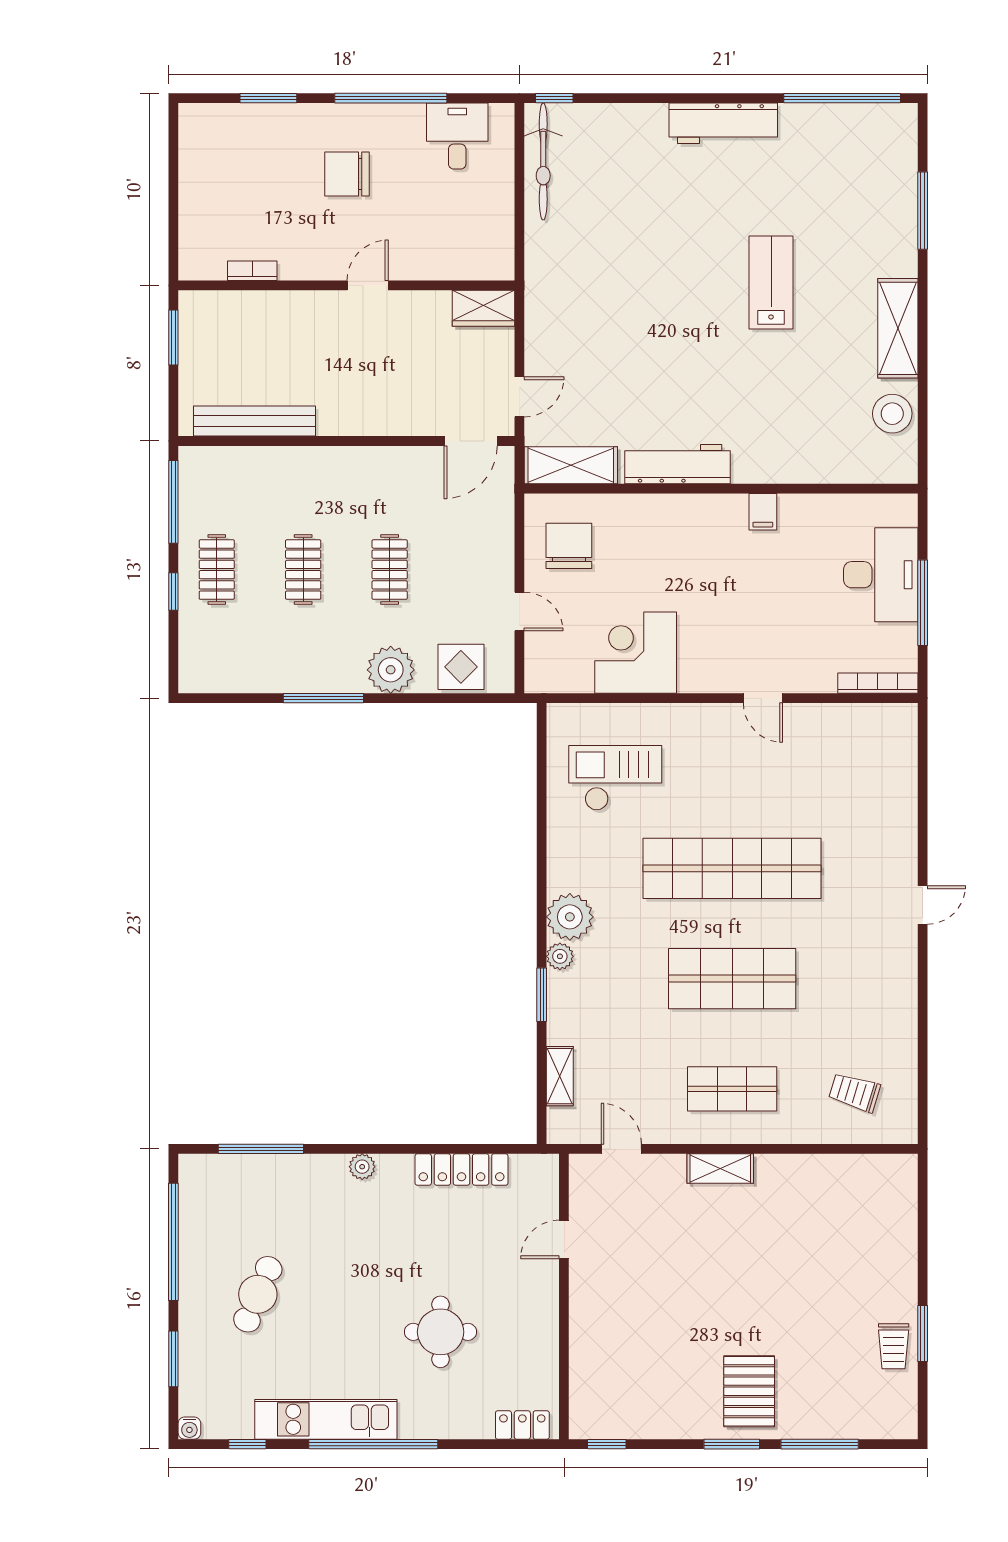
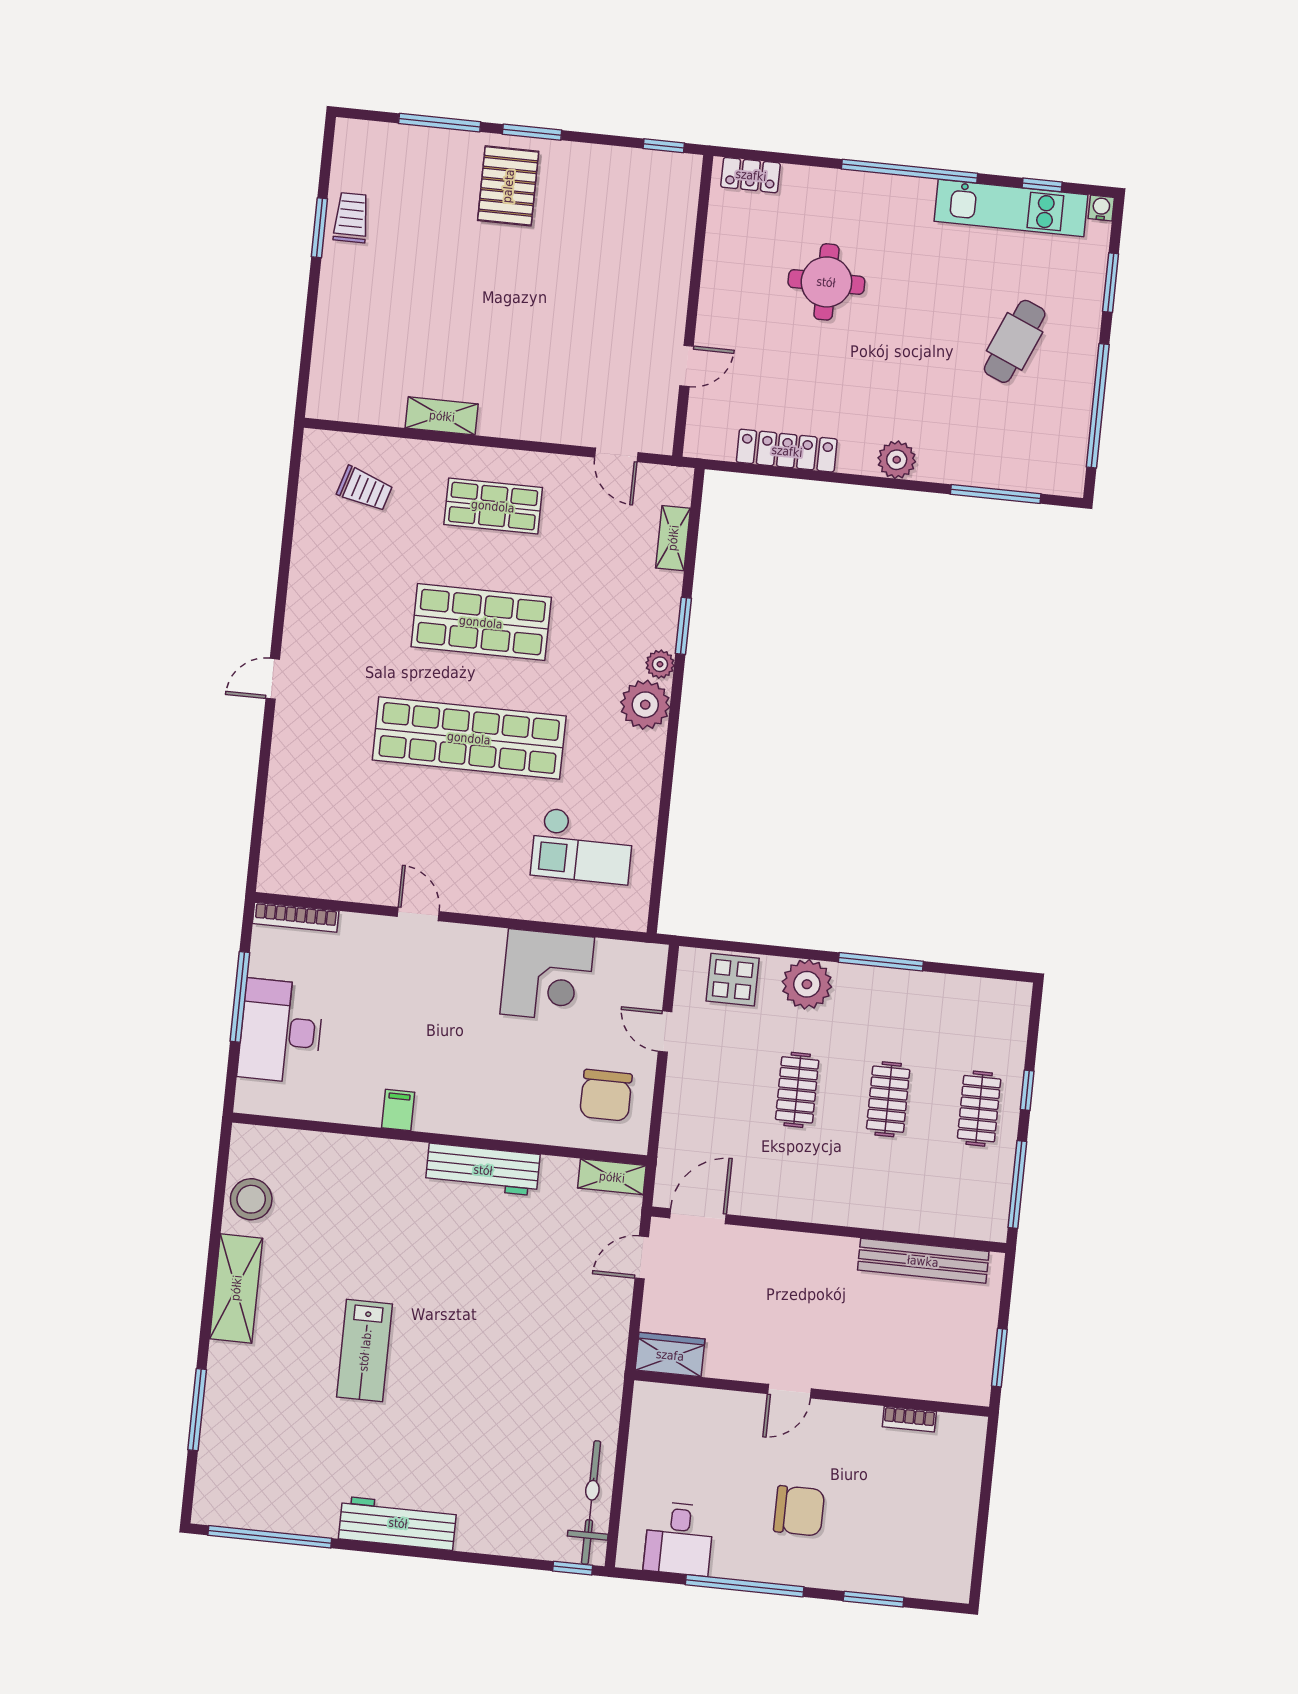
shelving: (571, 465) -> (612, 1177), width x0.67, depth x0.75
plant: (362, 1167) -> (897, 460), width x1.38, depth x1.38
shelving: (720, 1169) -> (442, 416), moved
kitchen unit: (326, 1419) -> (1011, 208), moved

